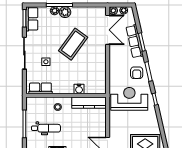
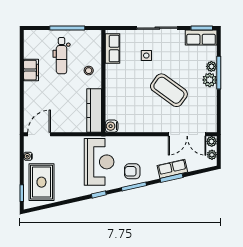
row of seats: (135, 41) -> (172, 169), width x0.68
water cooler: (79, 89) -> (112, 126), moved

